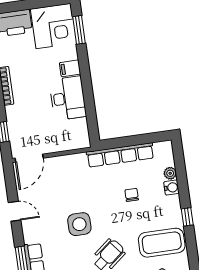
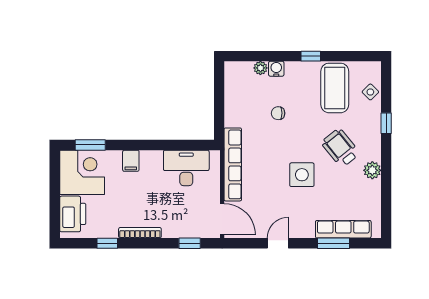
desk: (68, 98) -> (186, 168), moved
row of seats: (120, 155) -> (233, 164), moved

